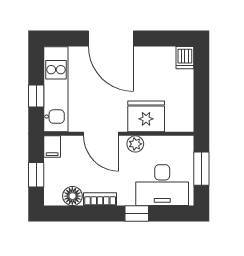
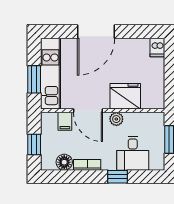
door: (111, 39) -> (96, 32), hinge flipped
window: (36, 96) -> (34, 79), width x1.50
filing cabinet: (52, 147) -> (65, 121), moved
desk: (162, 185) -> (133, 153), width x0.73

